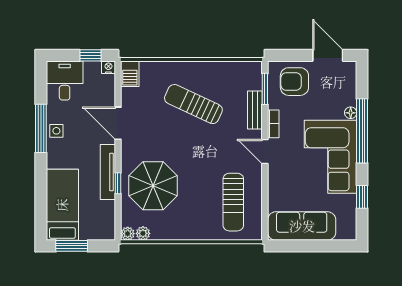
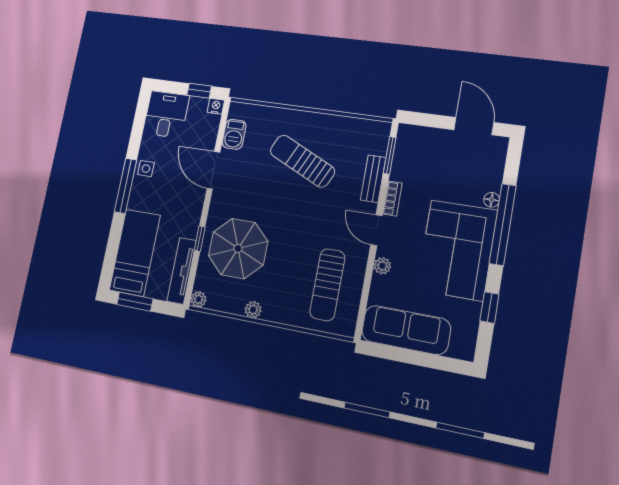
barbecue: (130, 74) -> (234, 134), moved
armchair: (294, 82) -> (427, 152), removed
window: (41, 128) -> (126, 186), moved
tv unit: (108, 172) -> (182, 271), moved
plant: (275, 179) -> (382, 266), added
plant: (143, 233) -> (253, 310), moved

